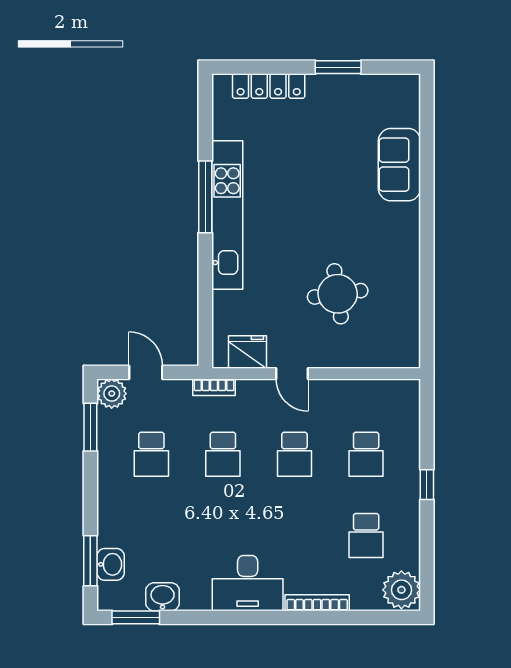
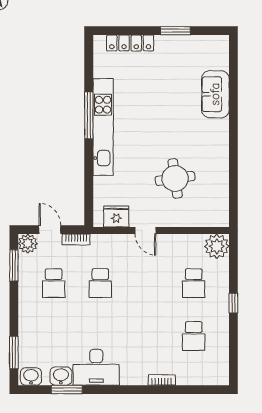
bookcase: (214, 387) -> (76, 239), moved
school desk: (294, 454) -> (147, 283), removed
washbasin: (111, 564) -> (31, 376), moved, turned -90
desk: (248, 583) -> (96, 367), moved
plant: (401, 590) -> (217, 246), moved
bookcase: (317, 603) -> (162, 380), width x0.64
window: (136, 617) -> (67, 390), moved

